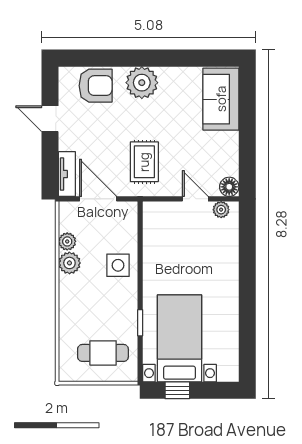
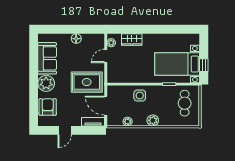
sofa: (221, 99) -> (47, 58), moved, turned -90
rug: (144, 162) -> (87, 82), width x1.36, depth x1.43
floor lamp: (229, 187) -> (76, 39), moved
door: (98, 199) -> (106, 106), hinge flipped
wardrobe: (227, 250) -> (132, 40), added
plant: (69, 263) -> (153, 120), moved

